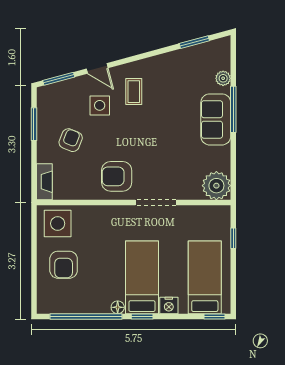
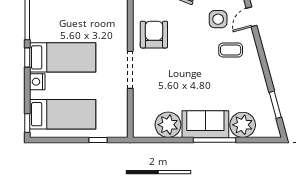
plant: (223, 78) -> (243, 125), width x1.87, depth x1.87
plant: (216, 186) -> (168, 125), moved
floor lamp: (118, 307) -> (36, 35), removed

